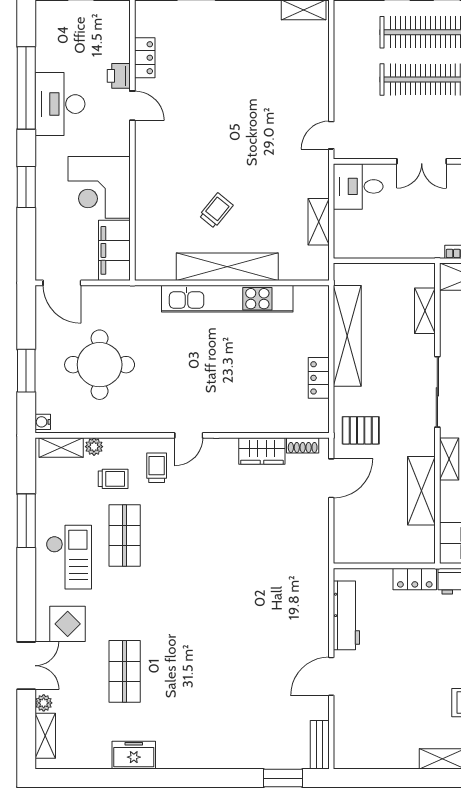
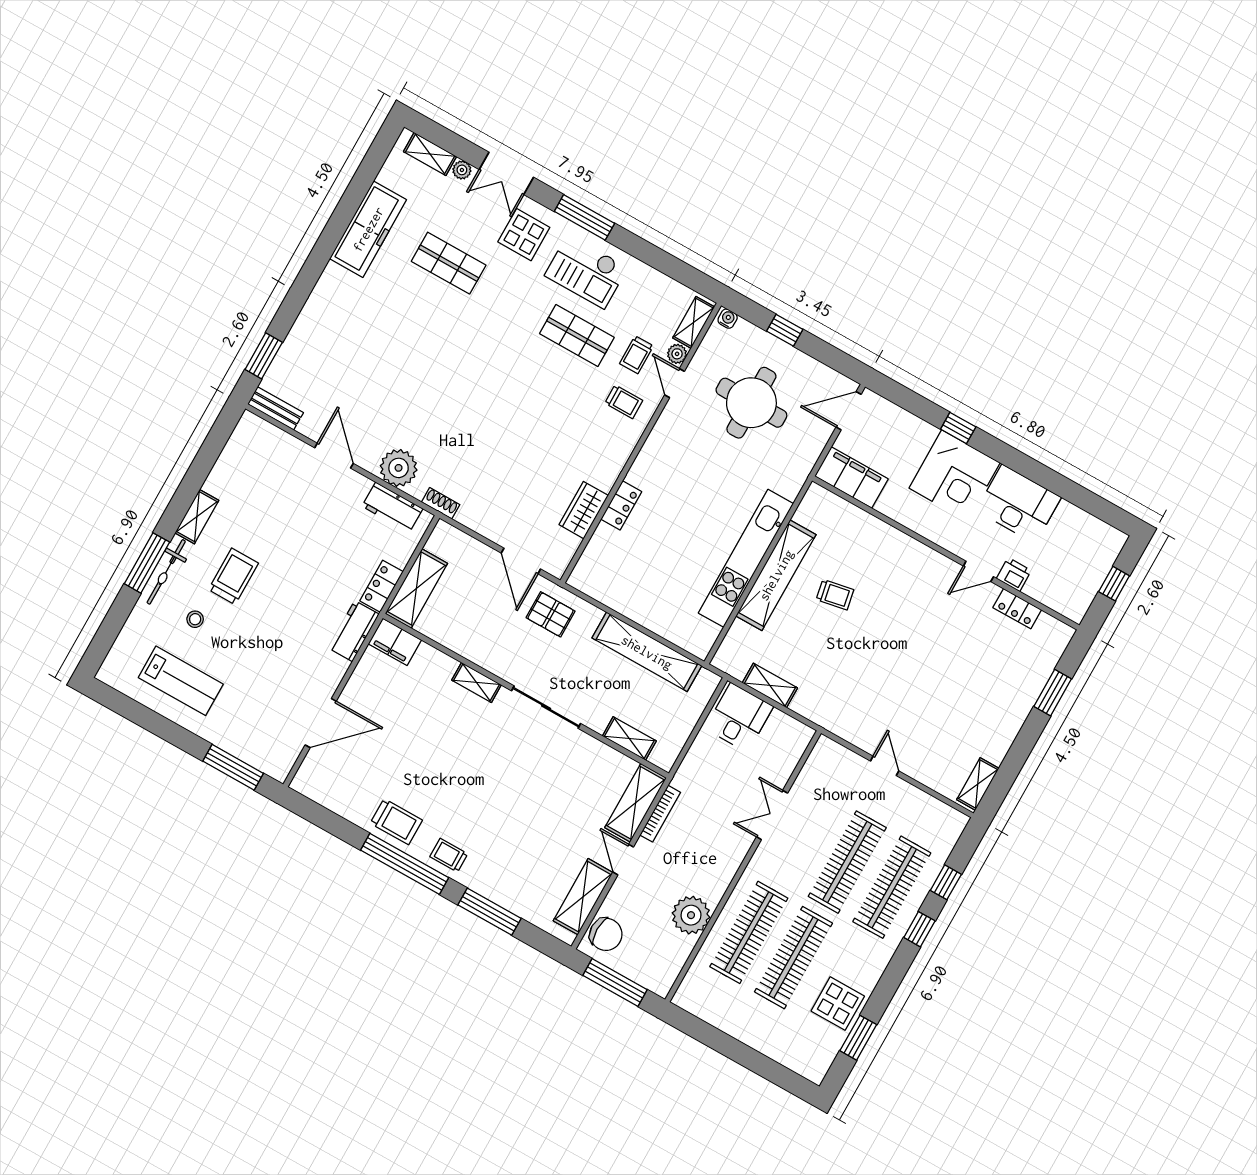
window: (26, 88) -> (1052, 481), removed
door: (331, 135) -> (885, 766), moved
desk: (358, 186) -> (739, 717), moved
window: (26, 187) -> (958, 428), width x0.67
corner desk: (99, 187) -> (955, 475), moved, turned 180
trolley: (216, 211) -> (835, 595), turned -50
window: (26, 371) -> (785, 330), width x0.67
locker: (319, 378) -> (621, 505), moved, turned 90
pallet: (361, 430) -> (551, 614), turned 90
door: (189, 435) -> (674, 383), moved
shoe rack: (303, 445) -> (441, 503), moved, turned 90
shelving: (421, 491) -> (416, 589), moved, turned 90
window: (26, 521) -> (584, 217), moved
workbench: (346, 615) -> (392, 507), width x0.73
plant: (312, 619) -> (399, 468), added
freezer: (134, 755) -> (368, 229), width x1.91, depth x1.26

